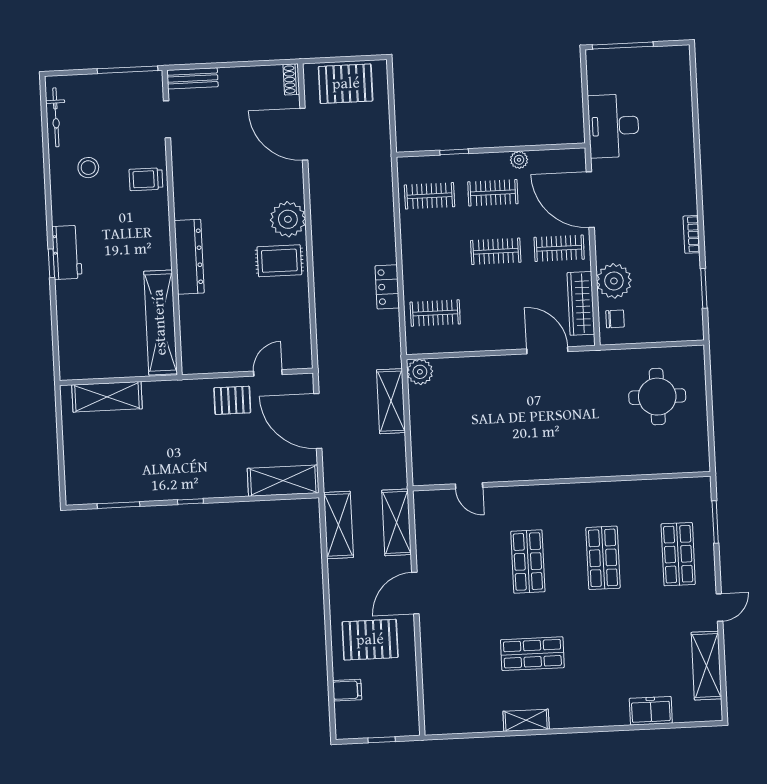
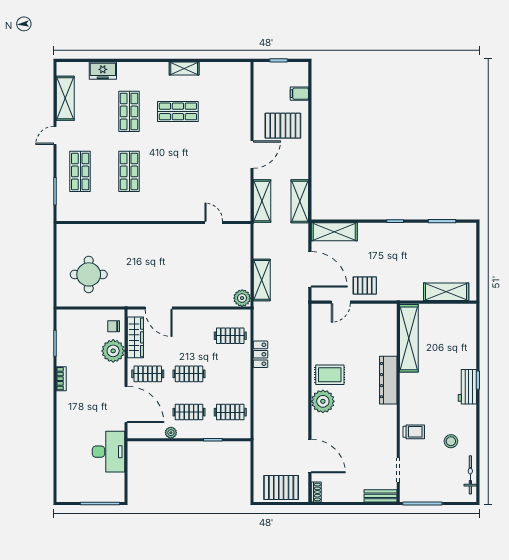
shop shelf: (528, 561) -> (129, 111), moved

